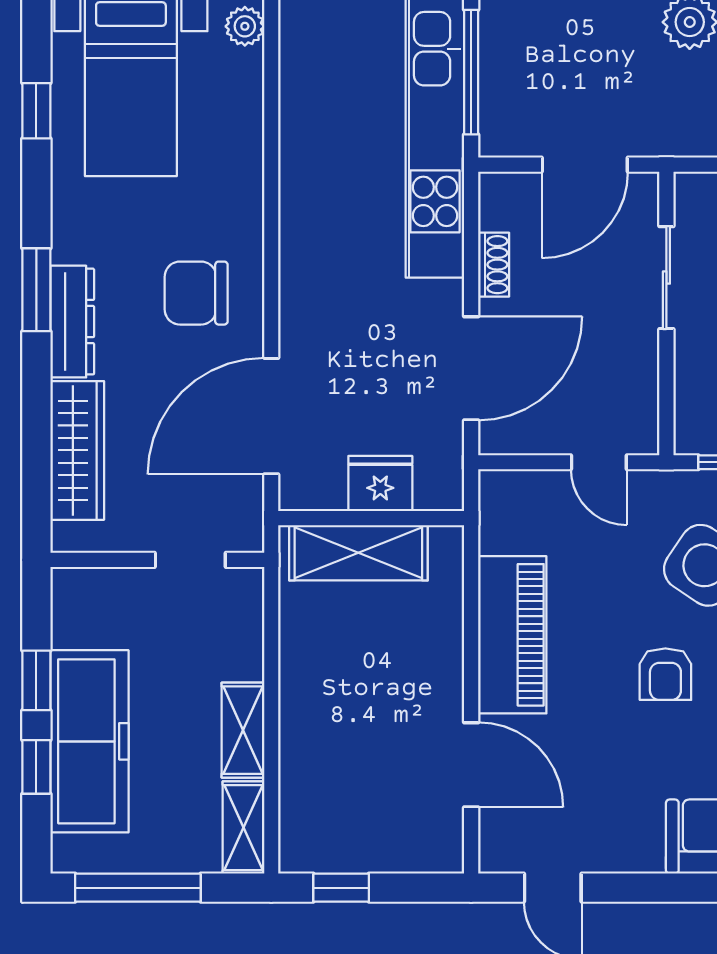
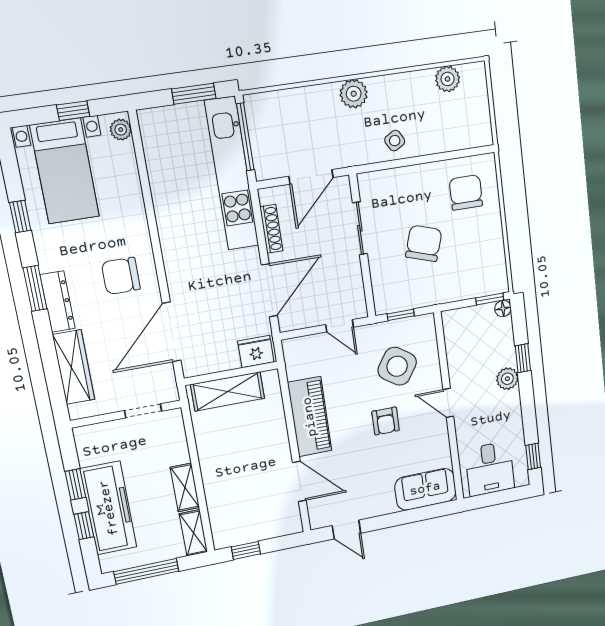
window: (36, 111) -> (20, 217), moved
shoe rack: (494, 265) -> (271, 229), width x1.43
fridge: (380, 484) -> (256, 352), moved

